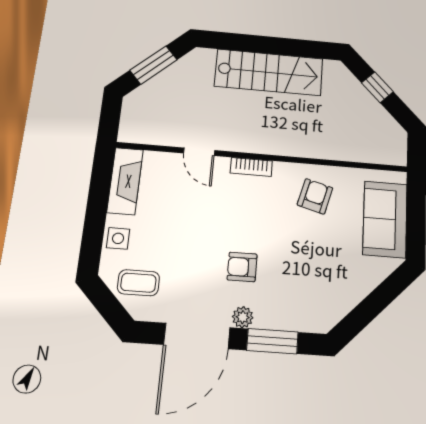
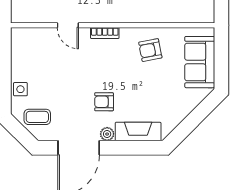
fireplace: (125, 181) -> (138, 132), moved, turned -90
armchair: (315, 196) -> (150, 50), turned -116
window: (272, 341) -> (128, 148), removed

